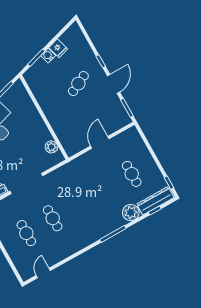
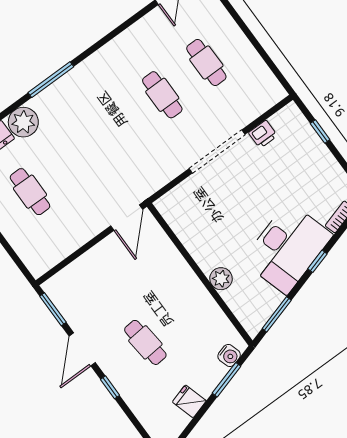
water cooler: (48, 56) -> (229, 355), moved
cafe table: (78, 84) -> (145, 342), turned -69
door: (100, 142) -> (127, 218), moved
plant: (51, 147) -> (221, 279), moved

